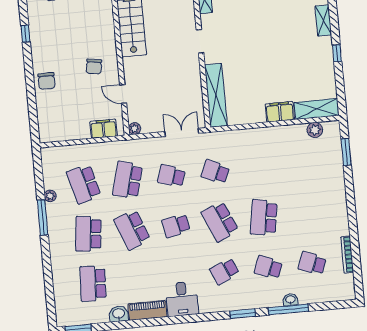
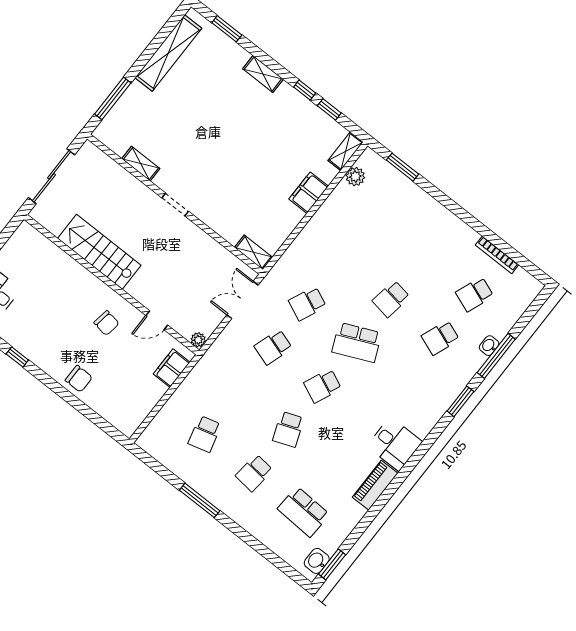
window: (339, 78) -> (329, 109), added
shelving: (216, 95) -> (254, 252), width x0.45, depth x0.75
shelving: (317, 109) -> (346, 151), width x0.67, depth x0.75
school desk: (128, 180) -> (239, 391), removed
school desk: (84, 184) -> (205, 434), width x0.54
plant: (50, 196) -> (187, 475), removed
school desk: (264, 218) -> (391, 299), width x0.54
school desk: (176, 226) -> (323, 386), turned 36
school desk: (132, 230) -> (288, 429), width x0.54
school desk: (88, 234) -> (254, 473), width x0.54
school desk: (224, 271) -> (406, 381), removed
washbasin: (119, 314) -> (317, 561), moved

